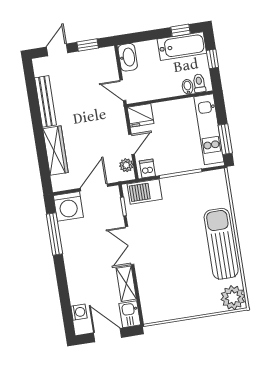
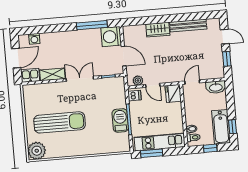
wardrobe: (55, 151) -> (158, 30), width x0.67
barbecue: (145, 192) -> (120, 120), moved
sun lounger: (221, 244) -> (60, 122), moved

